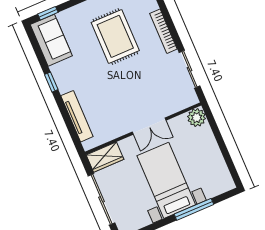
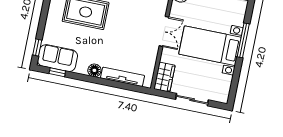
window: (51, 82) -> (57, 72), moved
floor lamp: (64, 84) -> (94, 70), added
sliding door: (102, 199) -> (192, 100), width x0.73

